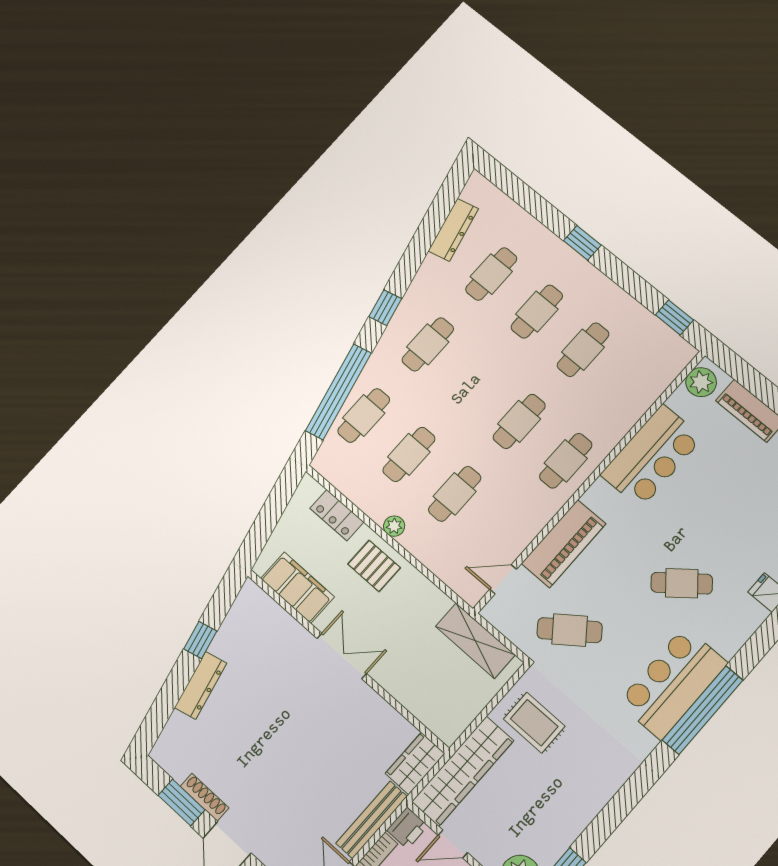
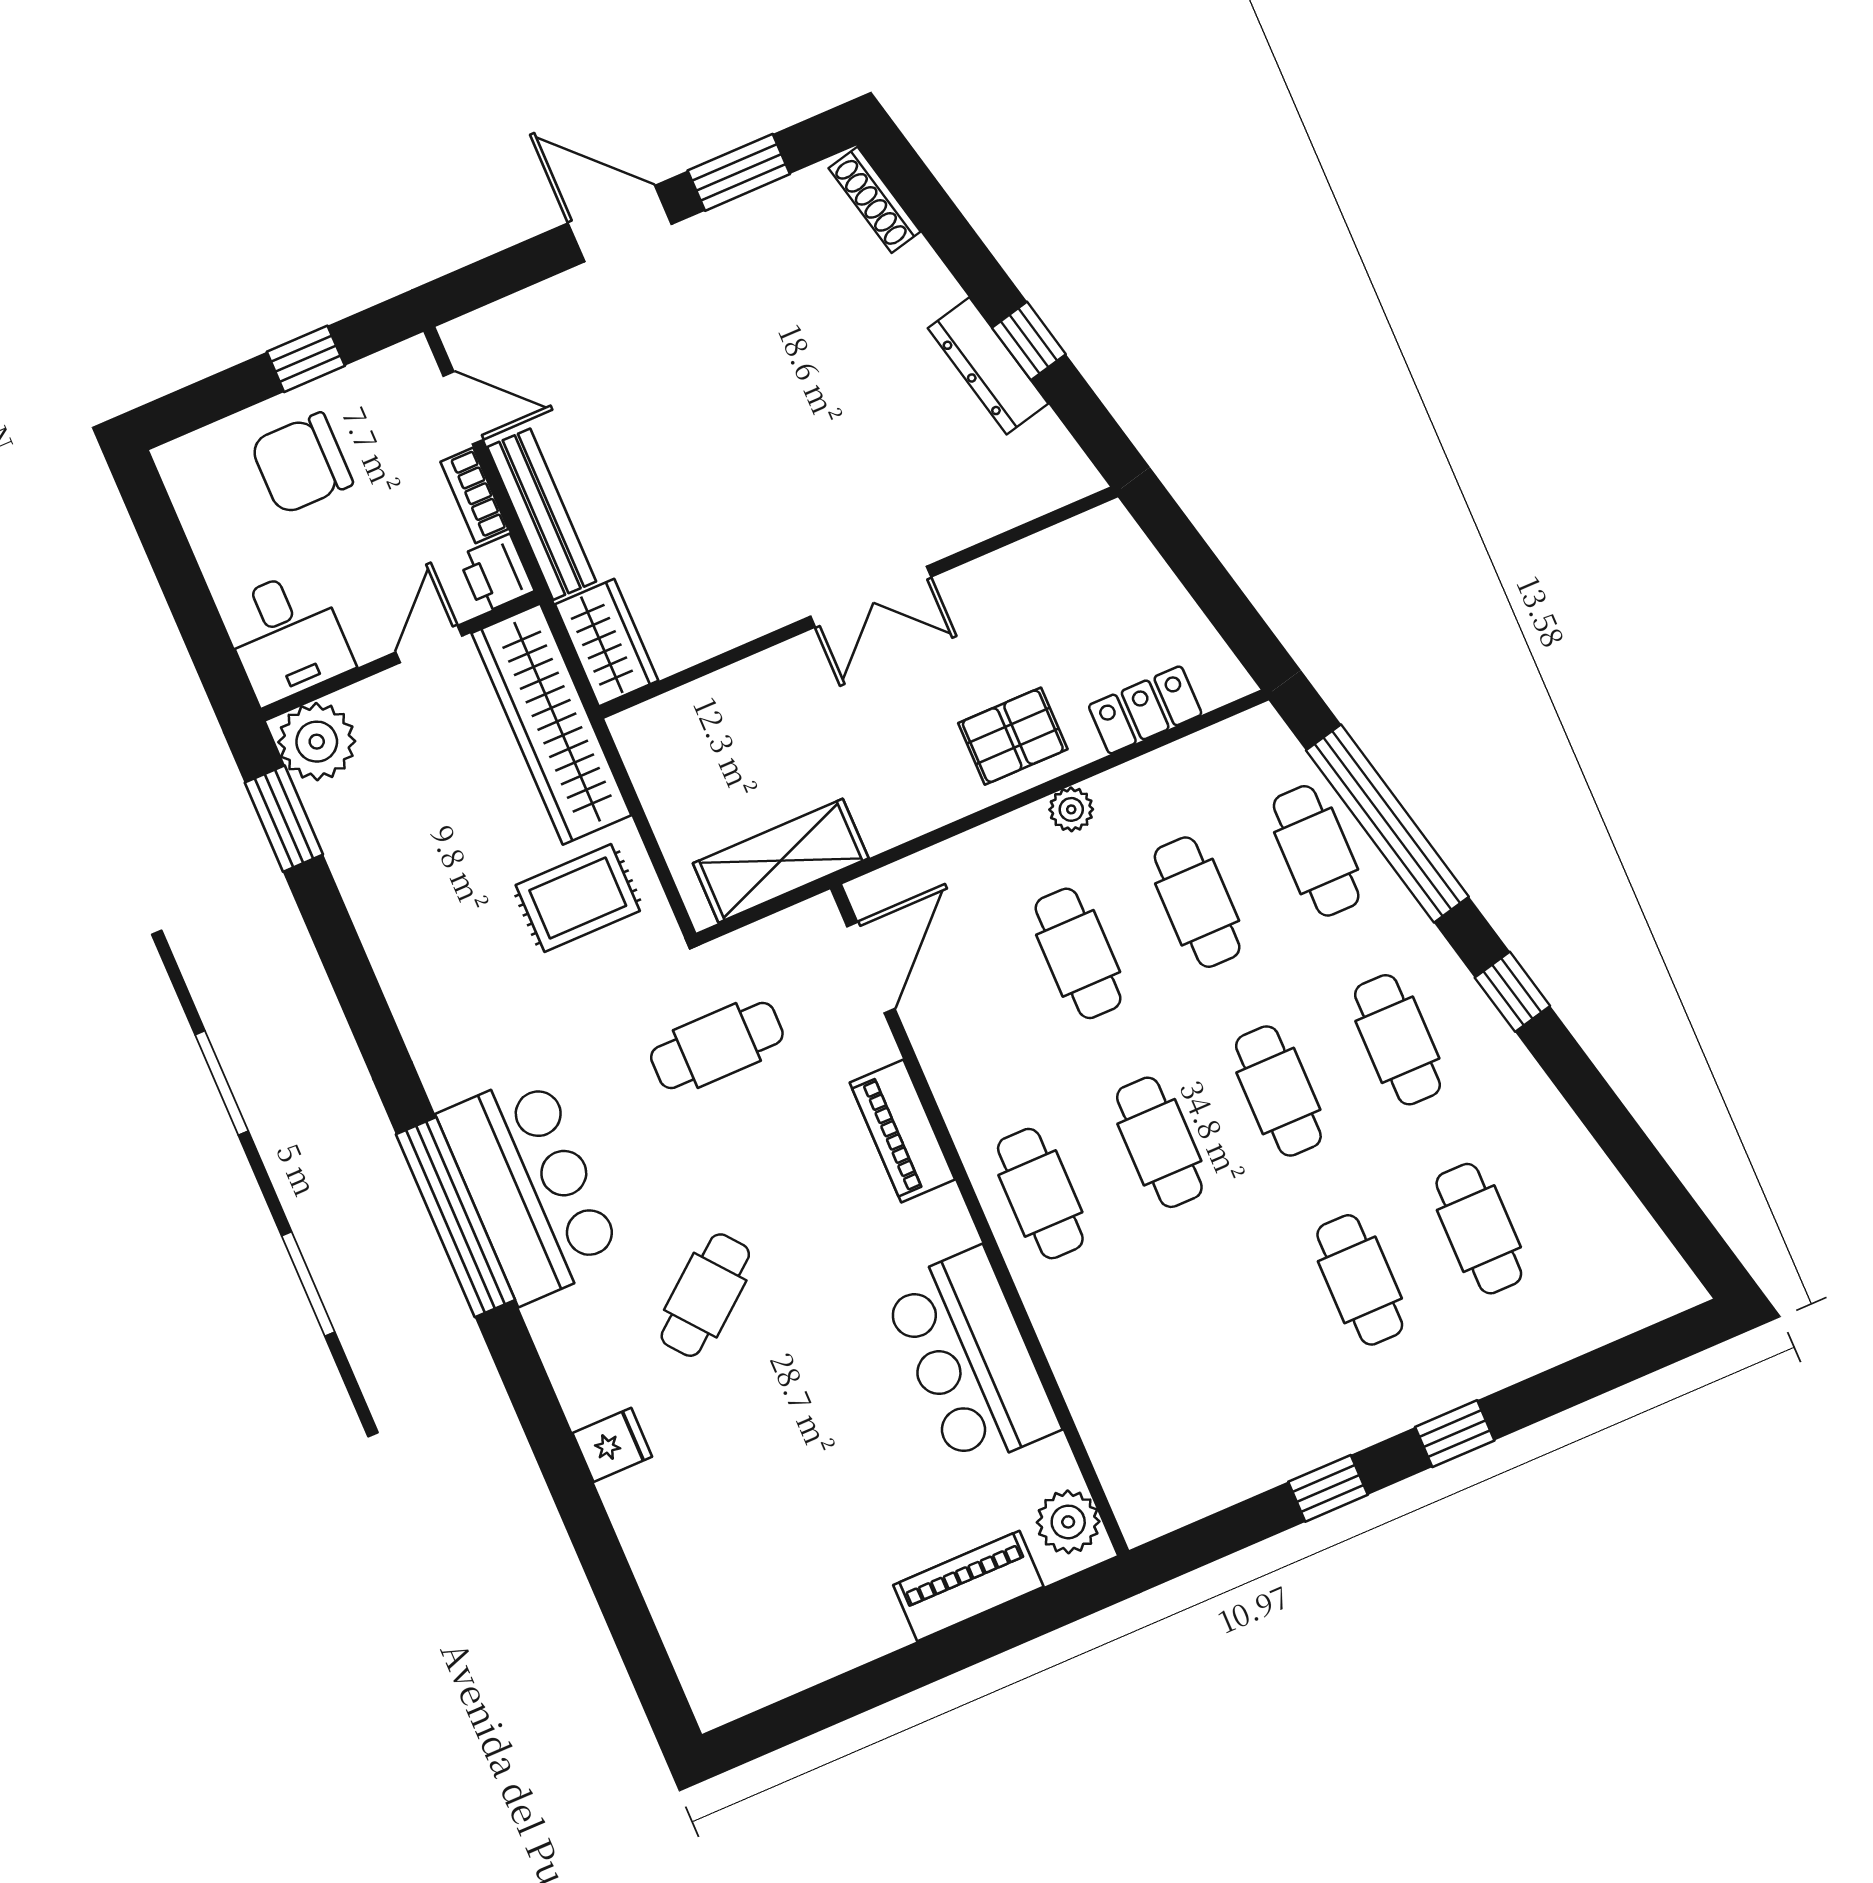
dresser: (453, 230) -> (1606, 1198), removed
window: (674, 317) -> (1328, 1488), moved
cafe table: (583, 350) -> (1278, 1091), moved
piano: (564, 544) -> (902, 1131), width x0.73, depth x0.75
door: (503, 579) -> (871, 967), width x1.38
filing cabinet: (297, 588) -> (1041, 571), removed
cafe table: (570, 630) -> (717, 1045), turned 37
dresser: (201, 685) -> (988, 366), moved
shoe rack: (205, 797) -> (874, 200), moved, turned 77

